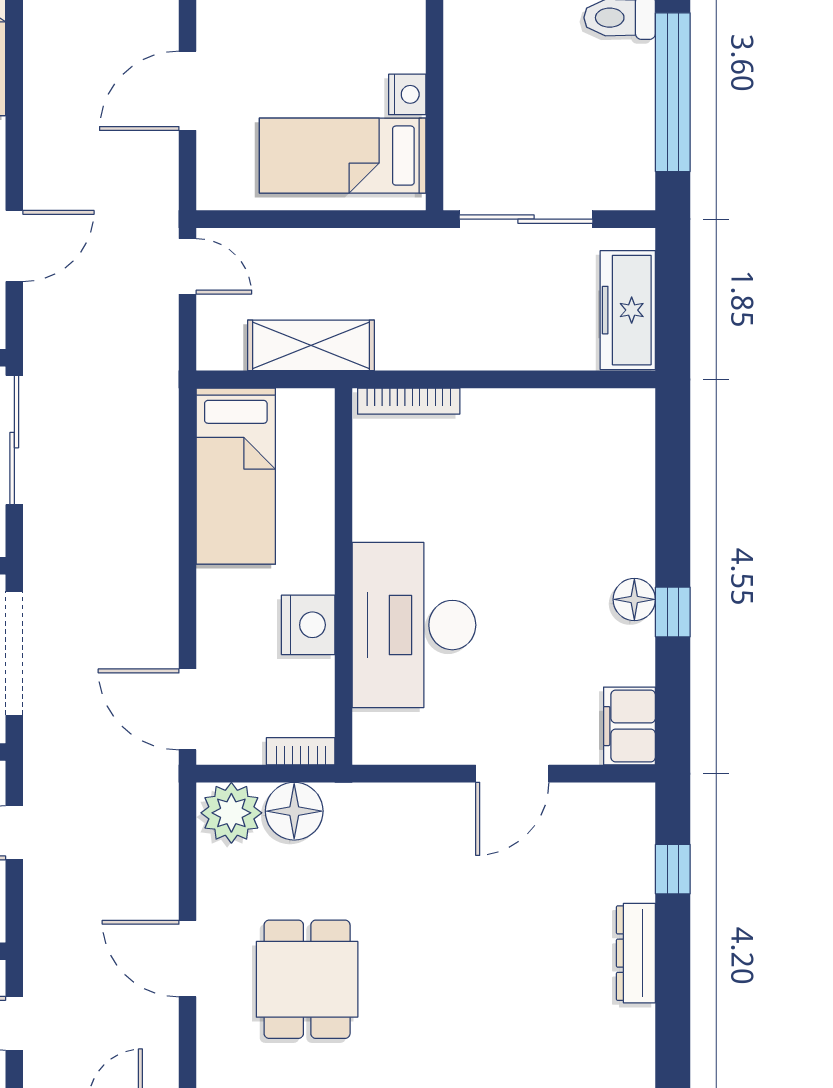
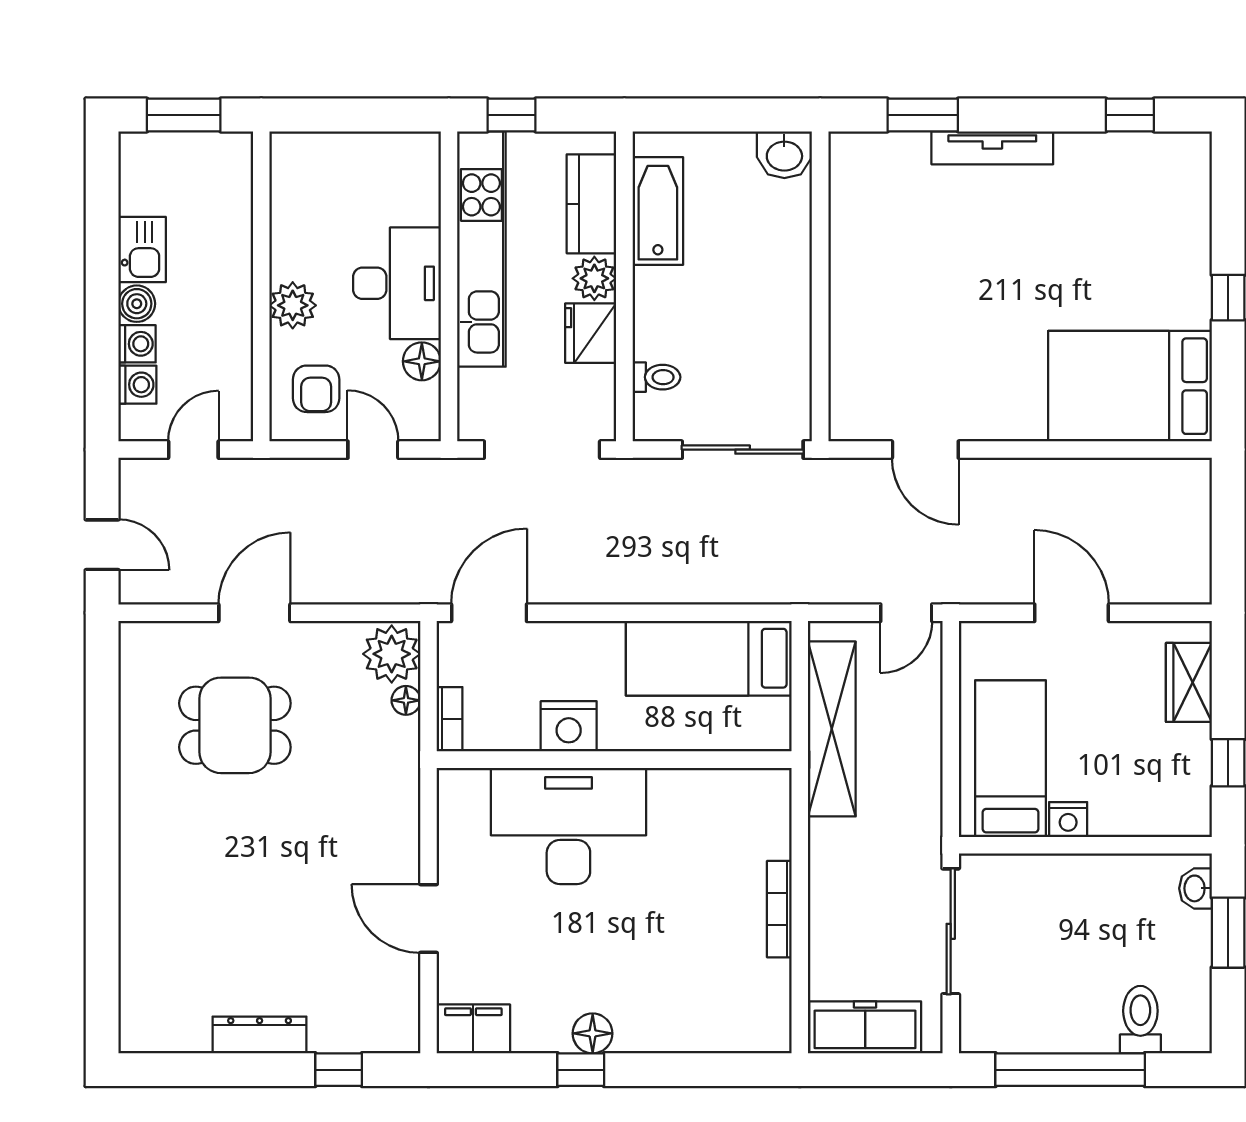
shelving: (311, 345) -> (832, 729), width x1.47
bookcase: (409, 401) -> (779, 909), moved
floor lamp: (294, 811) -> (406, 700), width x0.53, depth x0.53

